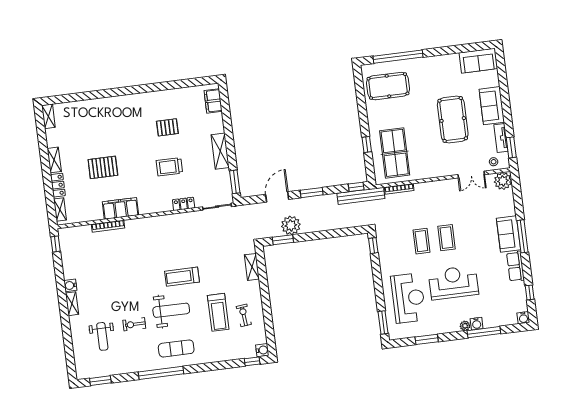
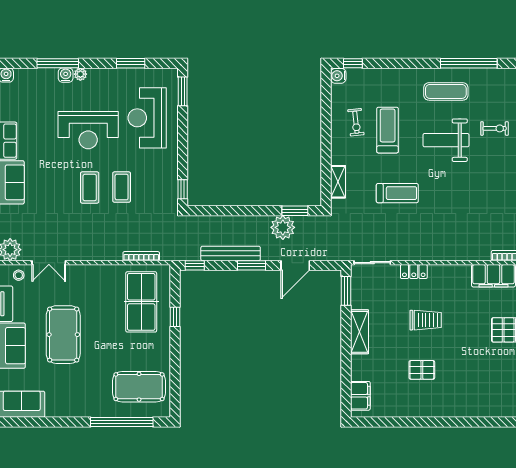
double door: (471, 175) -> (49, 263), swing flipped
bench: (361, 196) -> (231, 253), moved
treadmill: (182, 277) -> (397, 193), moved

